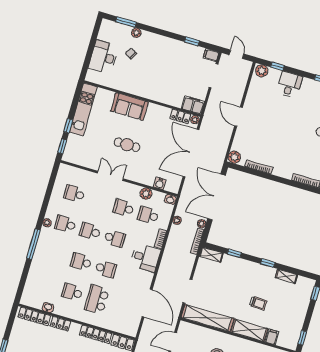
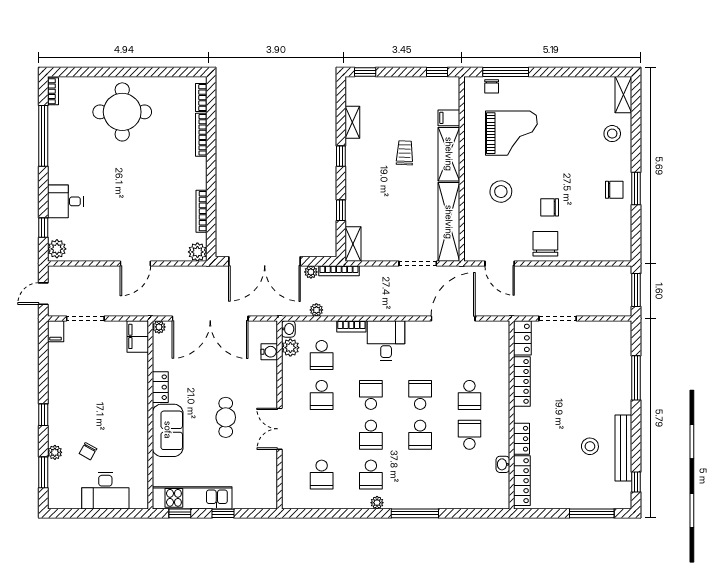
window: (192, 41) -> (43, 415), moved
locker: (180, 116) -> (160, 387), moved
window: (62, 146) -> (180, 513), moved
plant: (146, 194) -> (290, 348), moved
school desk: (72, 292) -> (469, 435), turned 180
school desk: (97, 299) -> (469, 395), width x0.54

